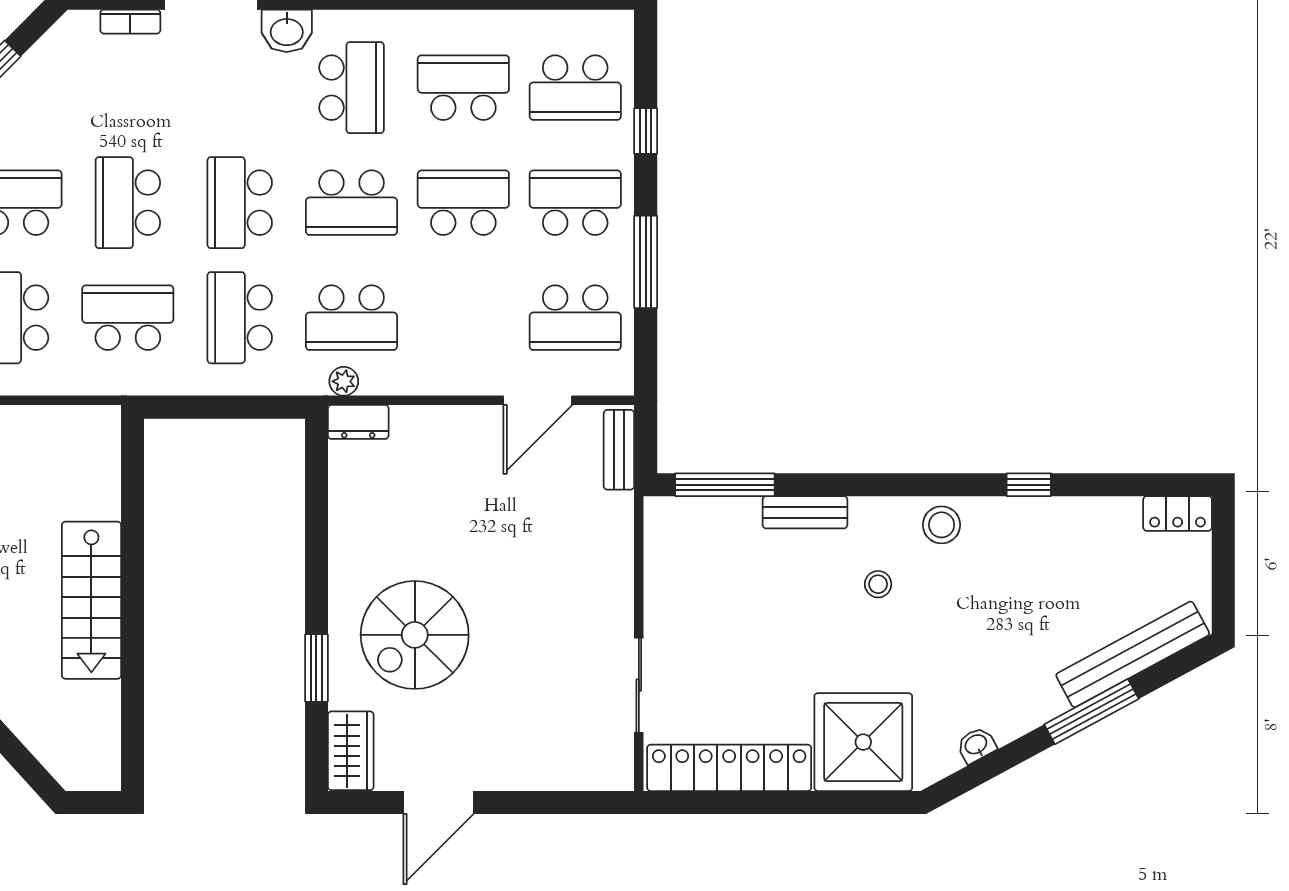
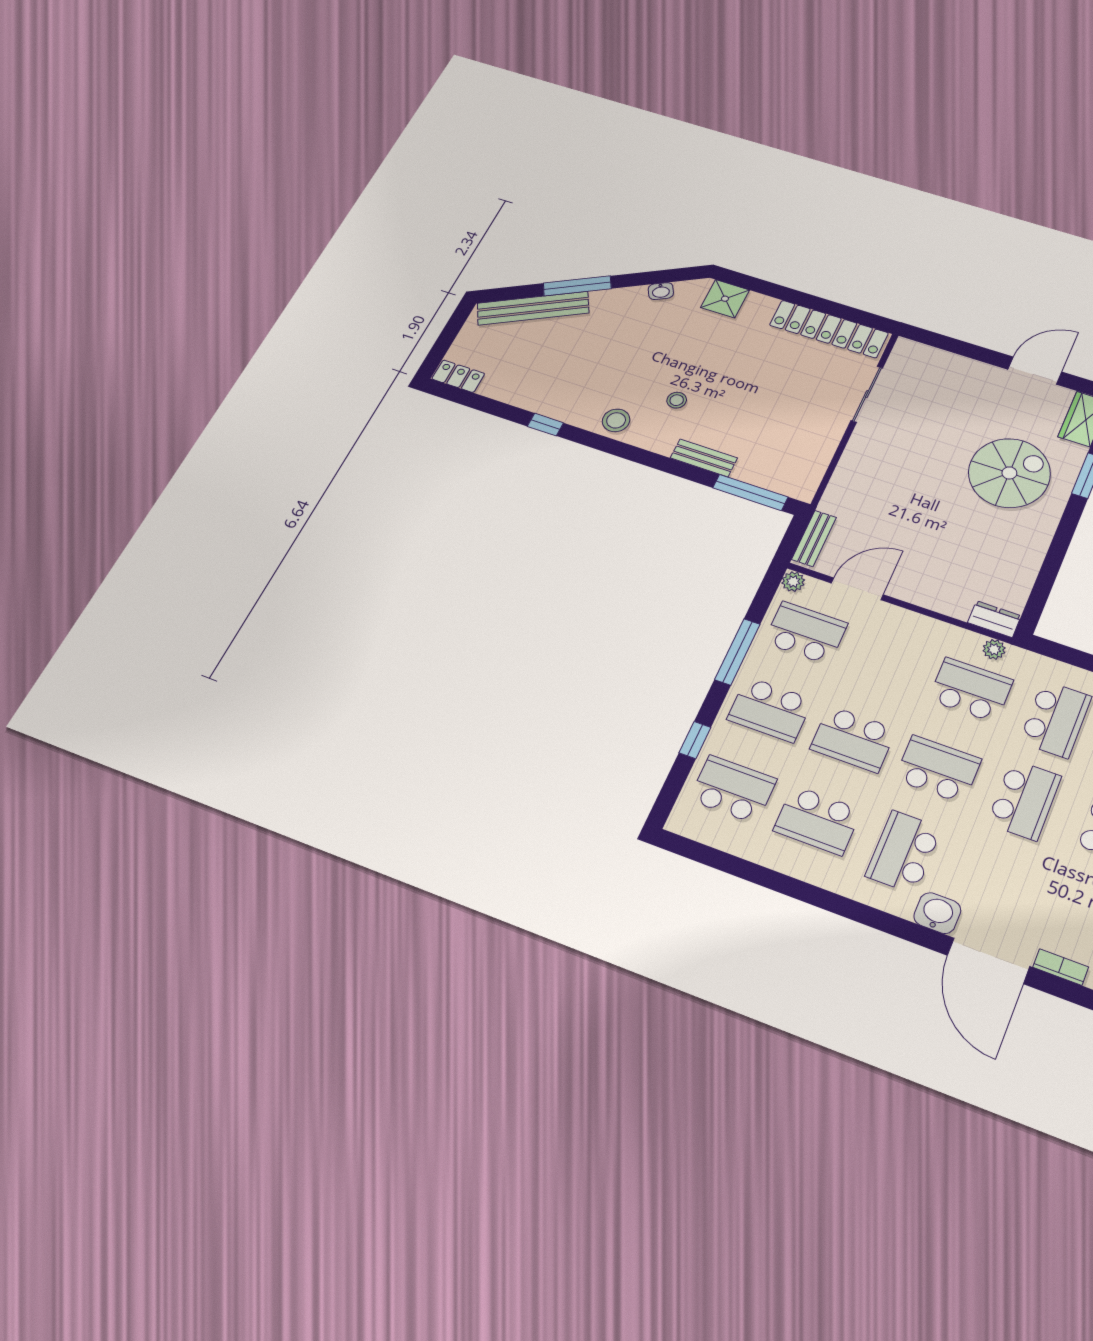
plant: (619, 381) -> (793, 582), added
shower: (863, 742) -> (725, 299), width x0.54, depth x0.54

